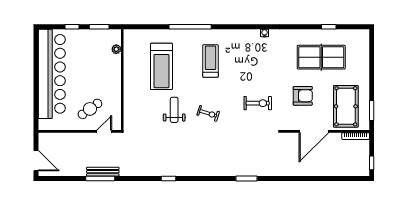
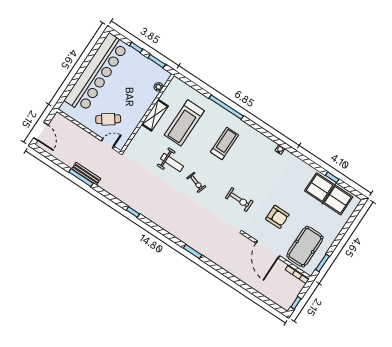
table tennis table: (321, 57) -> (329, 194), moved
shelving: (130, 77) -> (155, 115), added
weight bench: (174, 110) -> (172, 163), turned 90
door: (314, 131) -> (268, 250), hinge flipped

